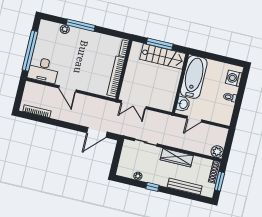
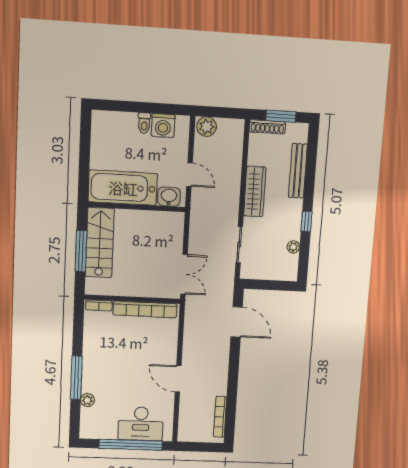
desk: (43, 70) -> (141, 424), moved, turned 90
washing machine: (234, 78) -> (163, 126), moved
door: (67, 89) -> (178, 379), swing flipped
plant: (217, 152) -> (207, 127), moved

